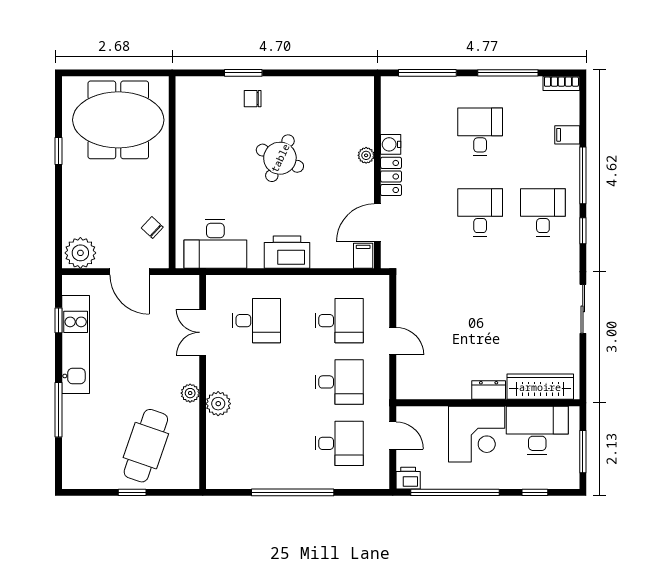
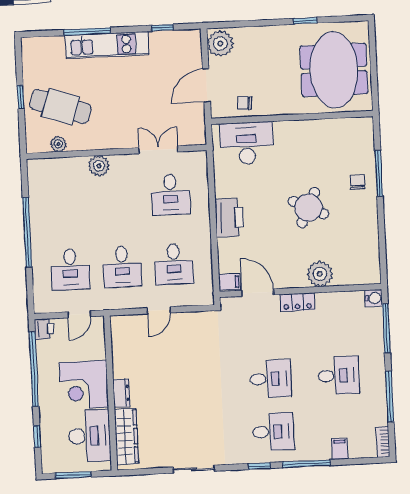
window: (243, 73) -> (379, 173), width x1.44
water cooler: (391, 144) -> (374, 298), moved, turned 90
plant: (366, 155) -> (320, 274), width x1.87, depth x1.87
chair: (152, 228) -> (245, 103), turned -128
desk: (215, 244) -> (247, 143), moved, turned 90
kitchen unit: (76, 345) -> (107, 45), moved
plant: (190, 393) -> (58, 144), moved

